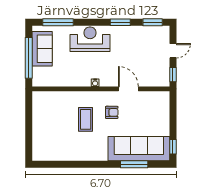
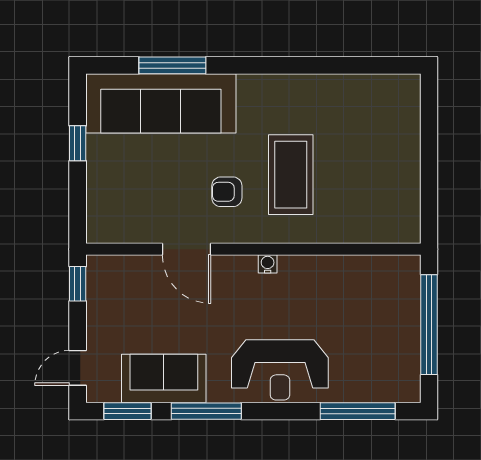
window: (120, 22) -> (206, 411), width x1.44
sofa: (42, 49) -> (164, 379), moved, turned 90
door: (173, 51) -> (78, 368), moved
coffee table: (86, 119) -> (291, 175), width x1.36, depth x1.32
window: (173, 147) -> (78, 143), moved

